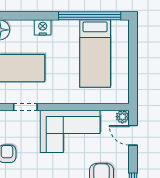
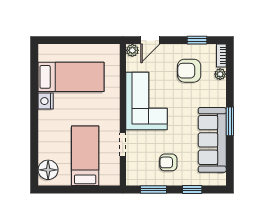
window: (90, 16) -> (34, 82), removed
nightstand: (43, 27) -> (46, 101), moved

